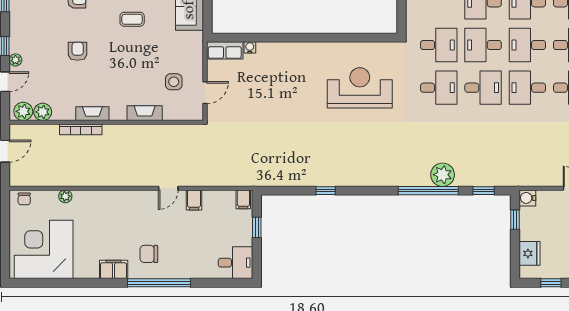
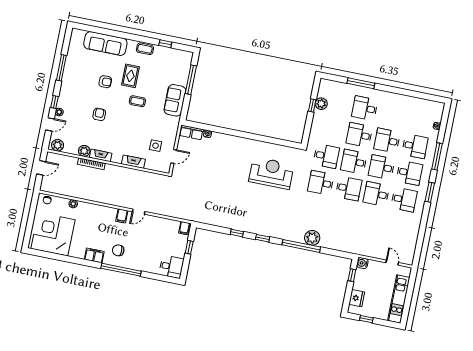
desk: (439, 88) -> (321, 183), turned 180
plant: (43, 112) -> (84, 151), moved
window: (484, 191) -> (263, 238), moved
filing cabinet: (194, 200) -> (122, 216), moved

